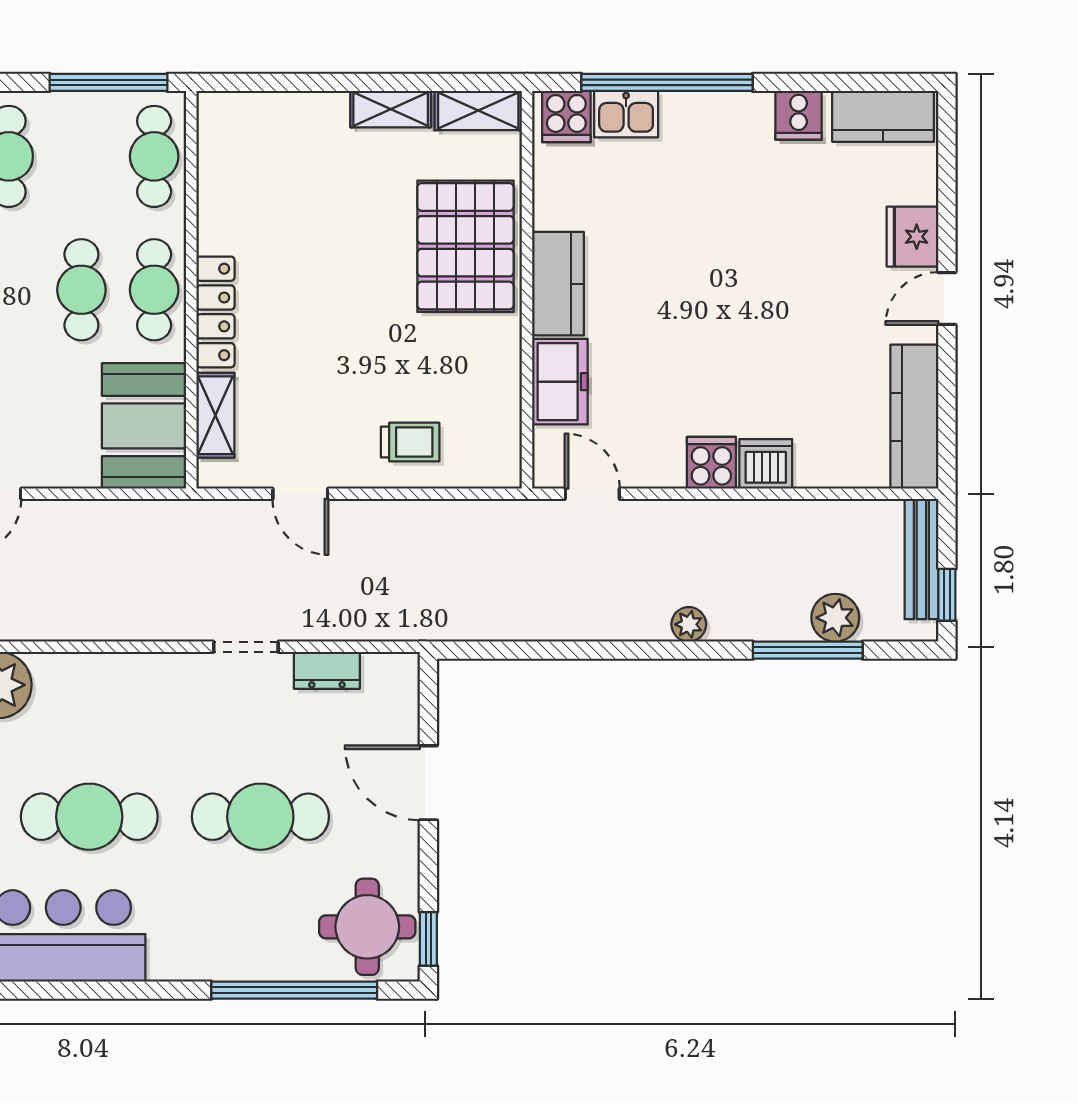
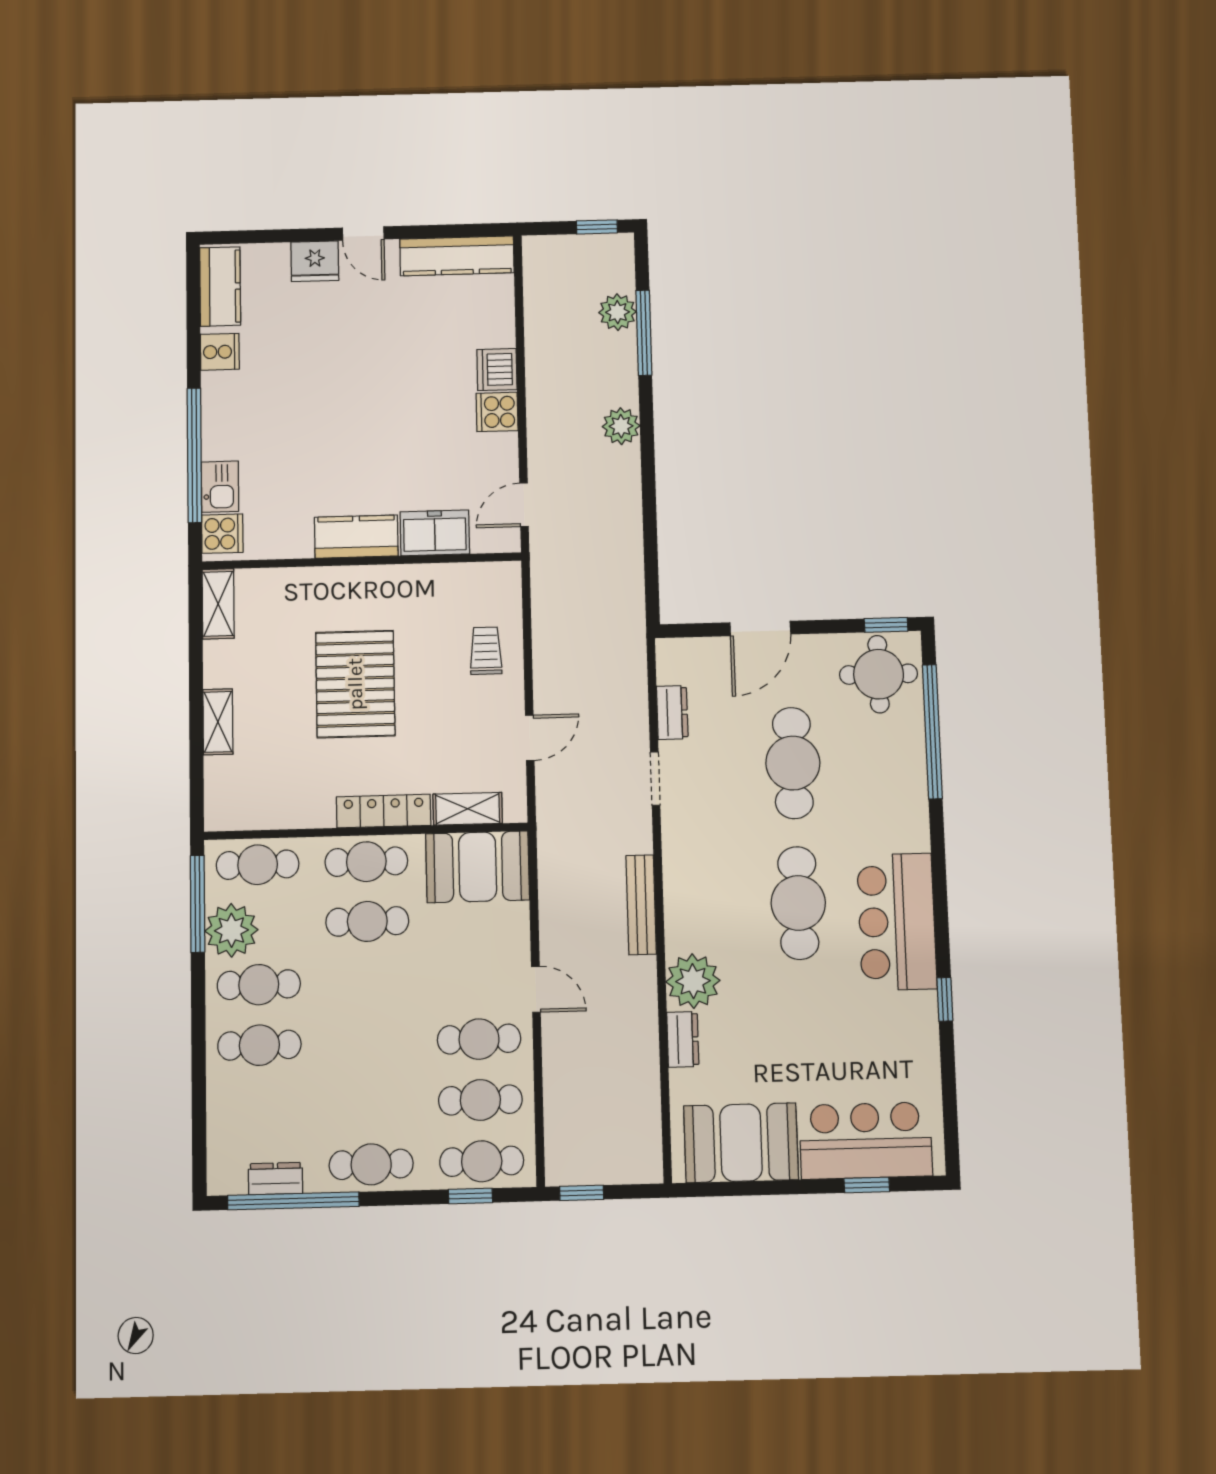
shelving: (391, 109) -> (218, 722), moved
plant: (75, 124) -> (231, 930), added
pallet: (465, 246) -> (355, 684), moved, turned 90
bench: (921, 559) -> (641, 905), moved, turned 90
plant: (689, 624) -> (621, 426), width x1.38, depth x1.38

